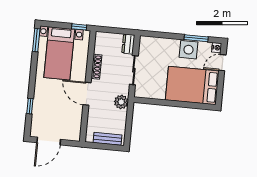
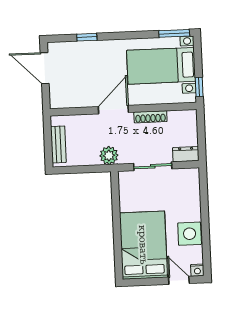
window: (196, 38) -> (206, 242), removed

